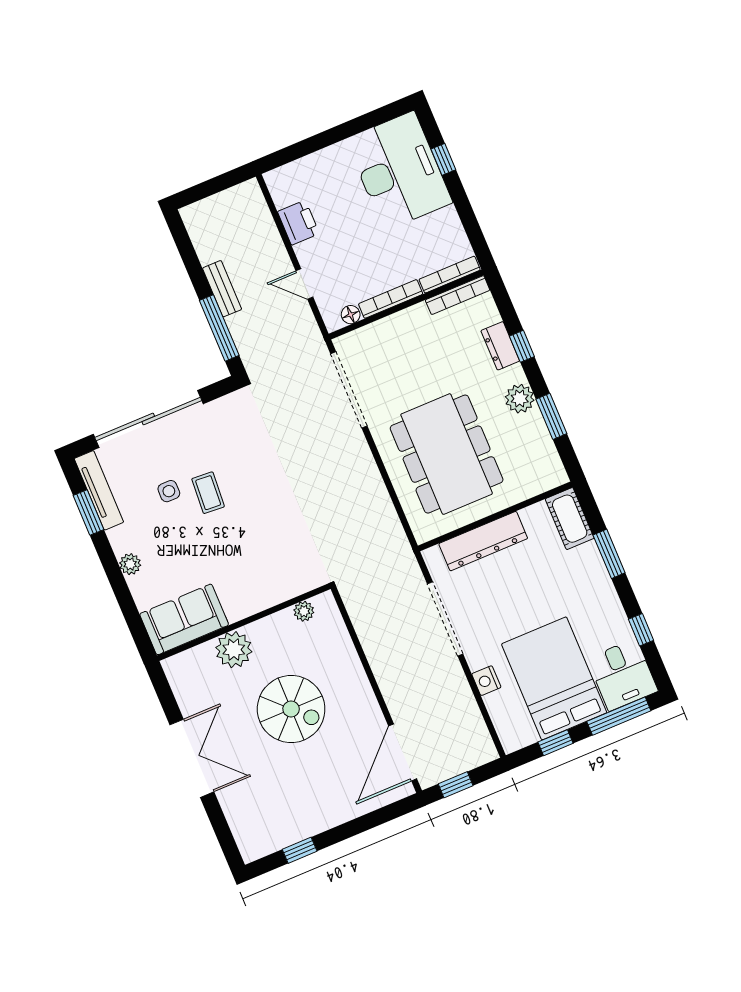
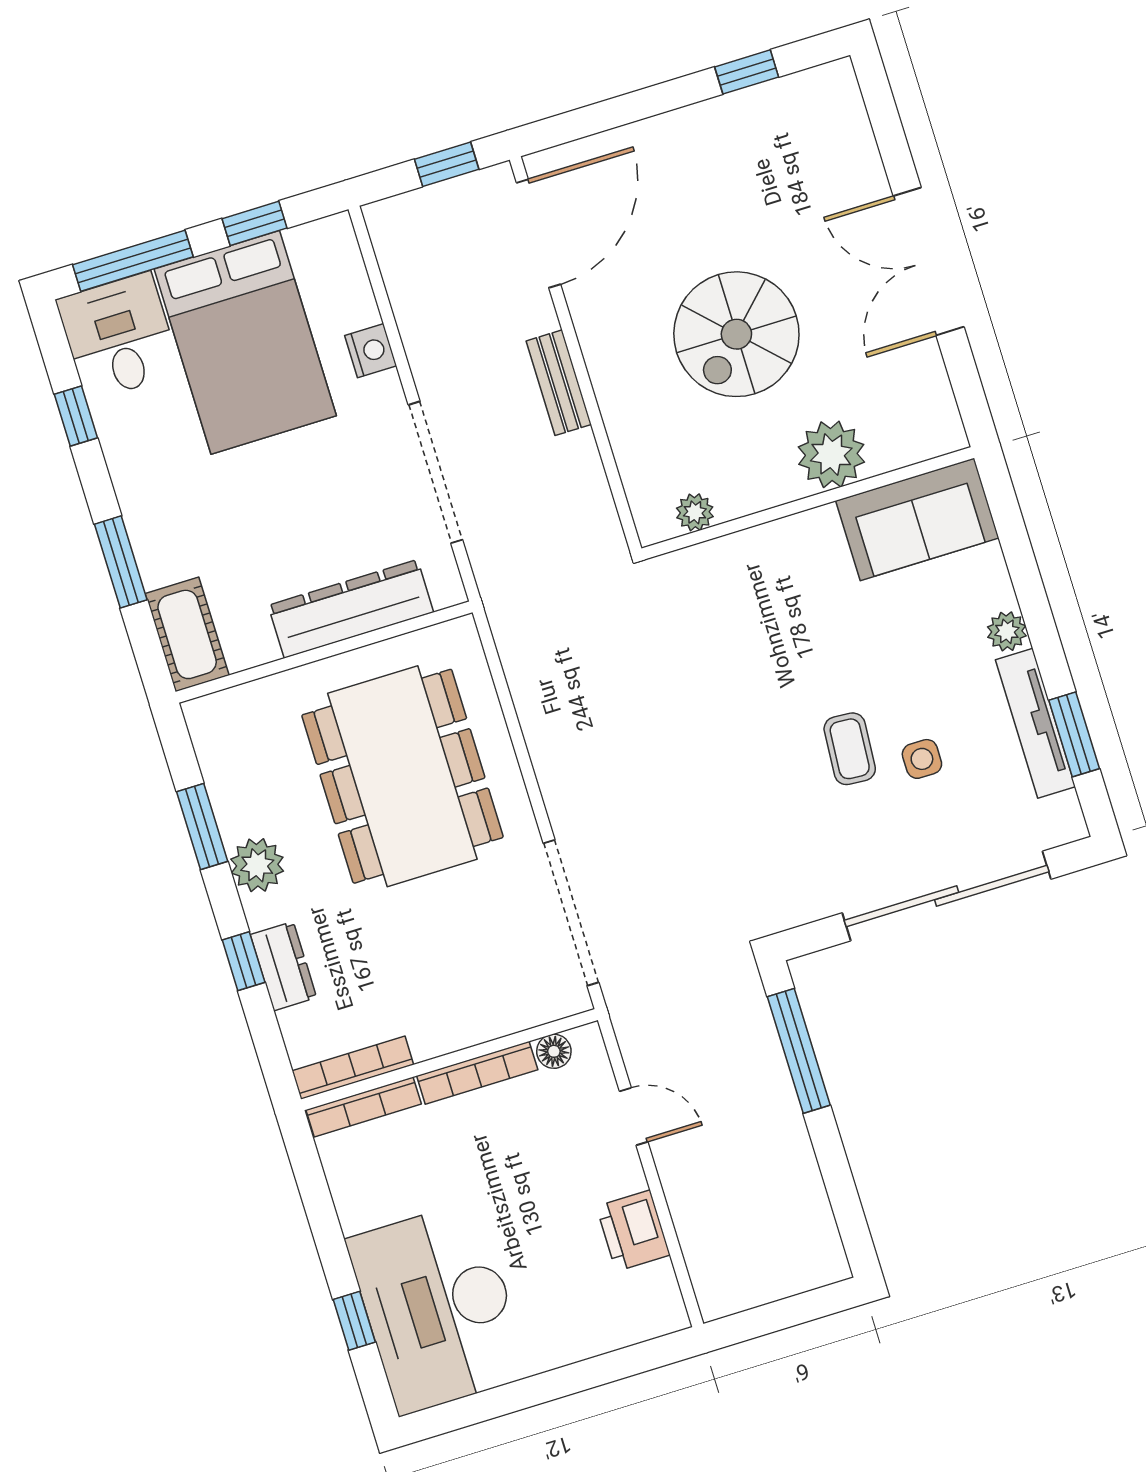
bench: (222, 289) -> (559, 383), moved
tv unit: (99, 490) -> (1035, 723), moved
spiral stairs: (291, 709) -> (736, 334), turned -90

